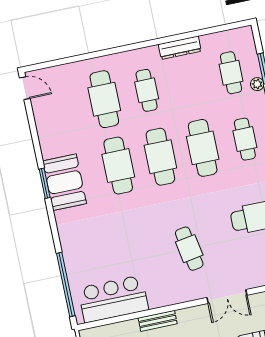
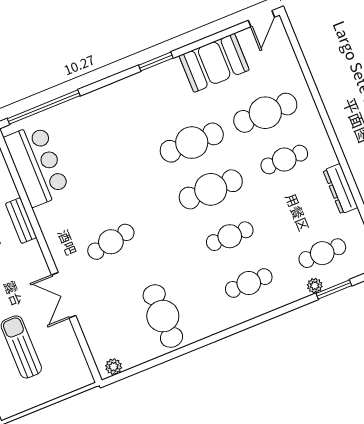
cafe table: (203, 148) -> (230, 236), width x0.73, depth x0.74
booth: (65, 182) -> (214, 63), moved

